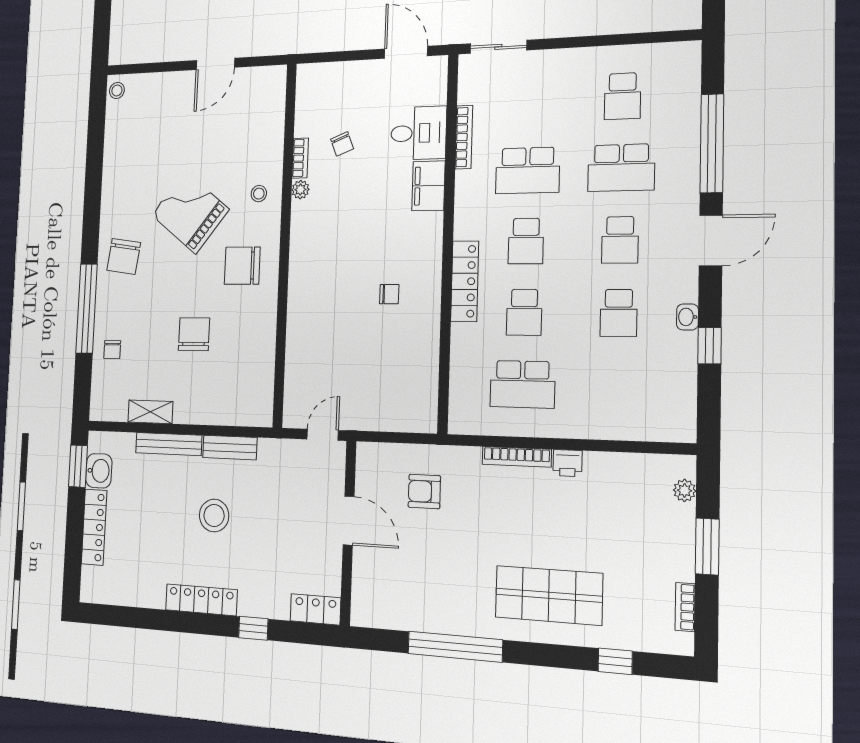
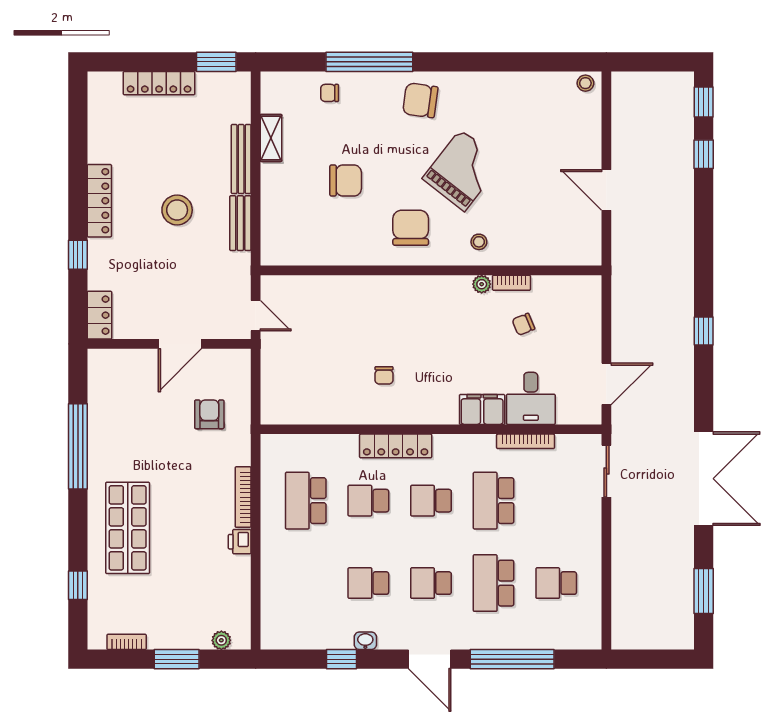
washbasin: (99, 471) -> (213, 85), removed

